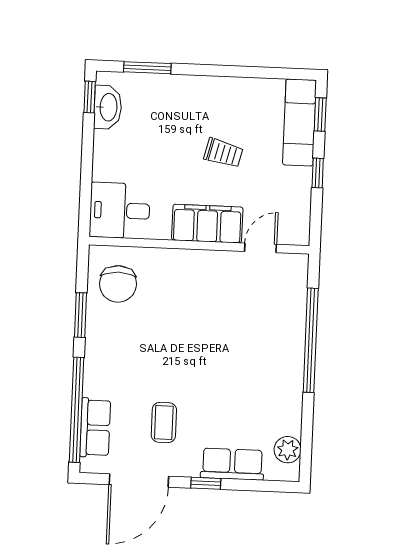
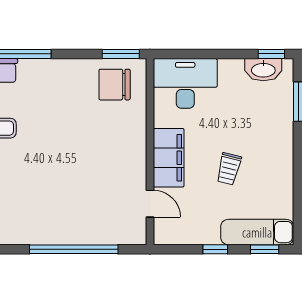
desk: (120, 211) -> (185, 83), width x1.37
window: (80, 315) -> (121, 54), moved

